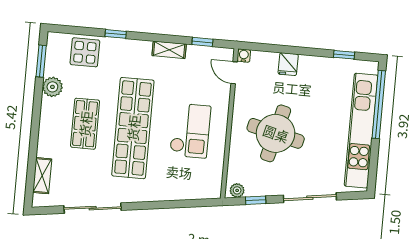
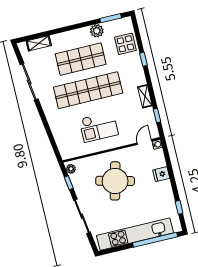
shop shelf: (85, 124) -> (81, 59), width x1.43, depth x1.36

